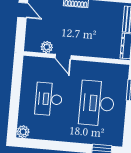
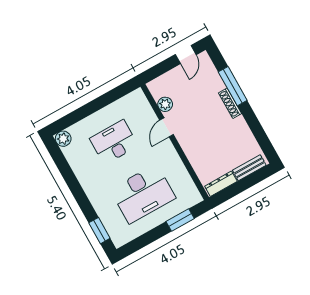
desk: (97, 103) -> (143, 194), turned 180

